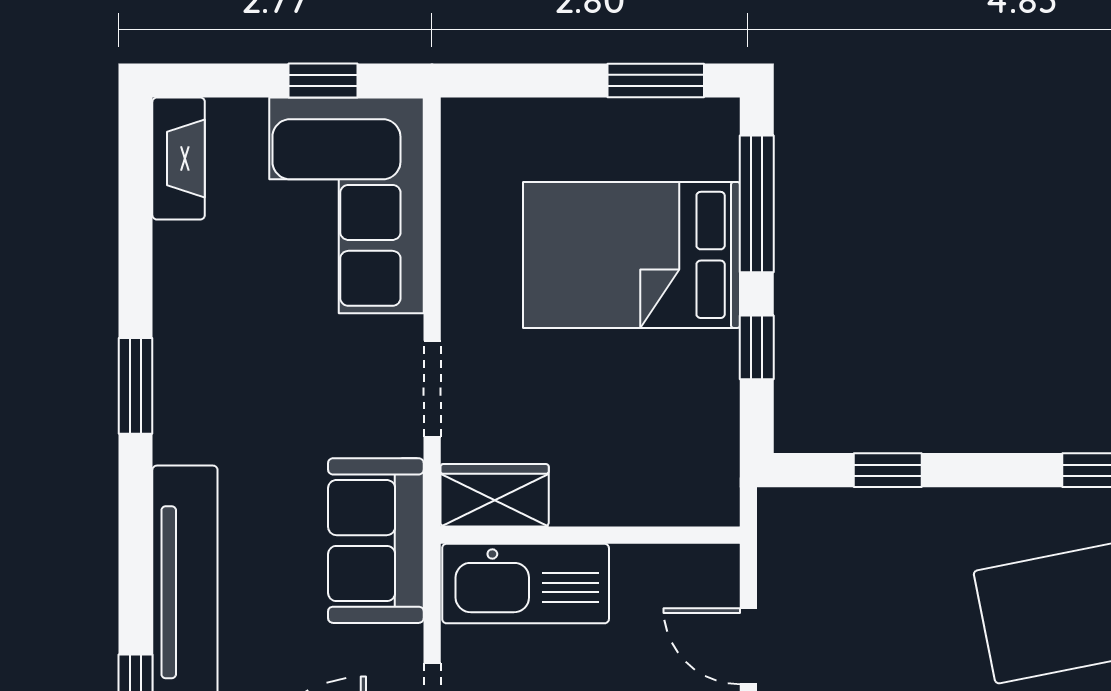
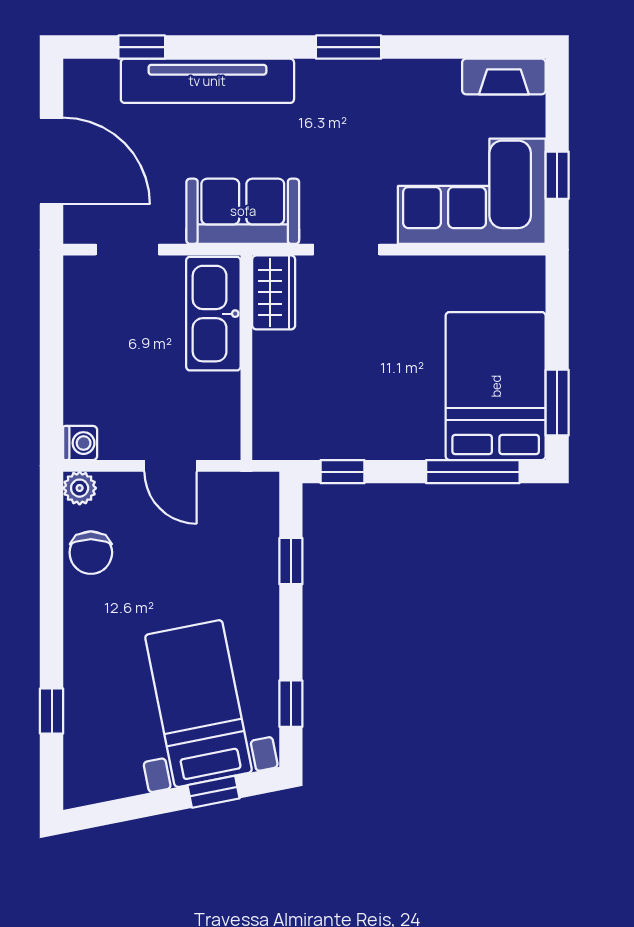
bed: (632, 255) -> (496, 386), moved
window: (757, 347) -> (343, 472), moved
door: (748, 646) -> (171, 466), swing flipped

